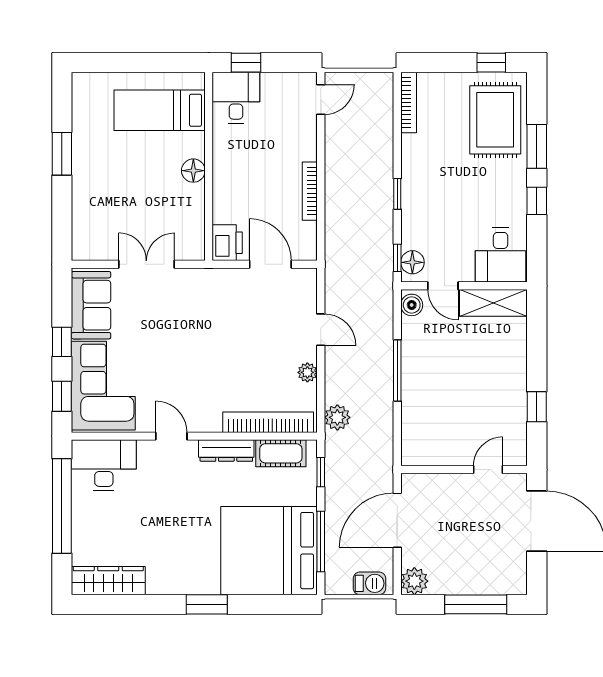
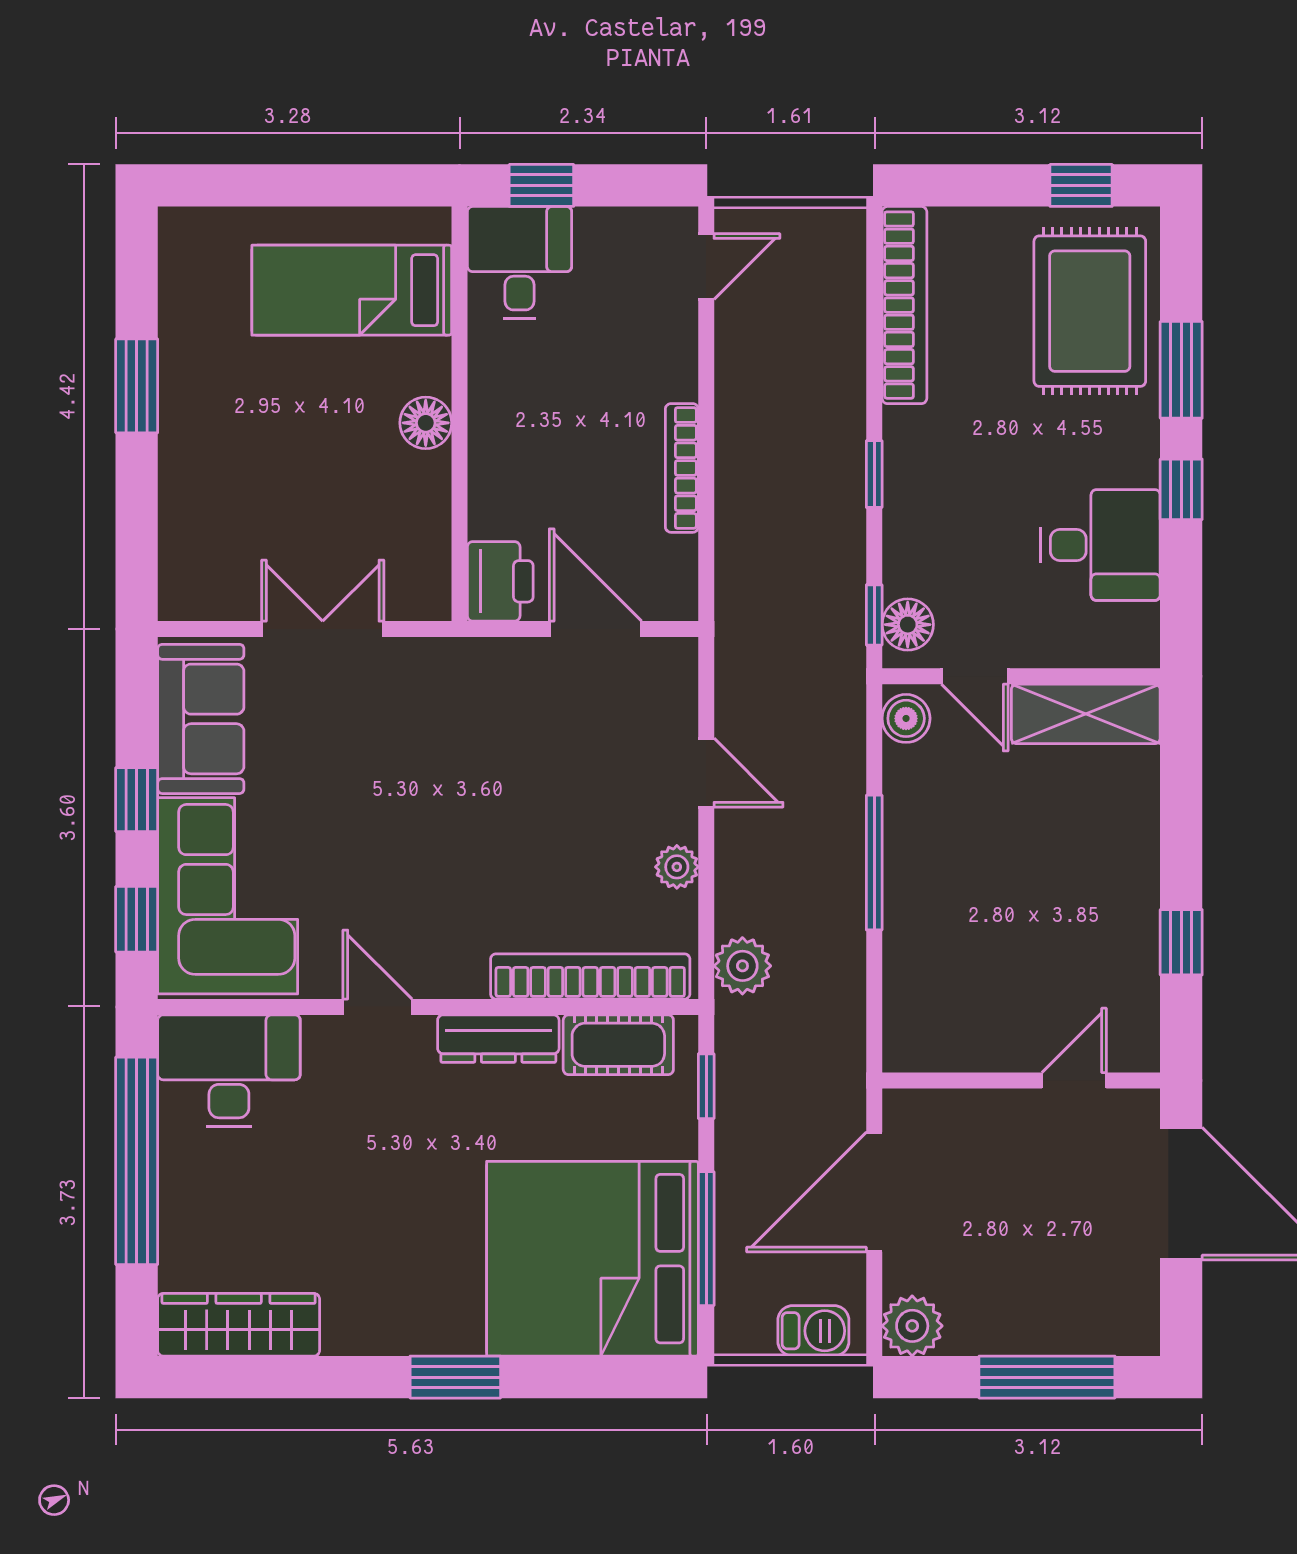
bookcase: (409, 103) -> (904, 305), width x1.48, depth x1.31
desk: (501, 255) -> (1101, 545), moved, turned -90

